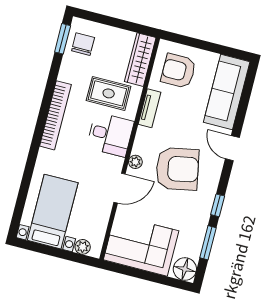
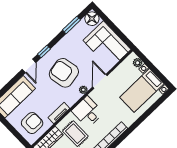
armchair: (178, 71) -> (32, 123), turned -90
door: (120, 188) -> (100, 81), hinge flipped
window: (218, 205) -> (44, 51), moved

